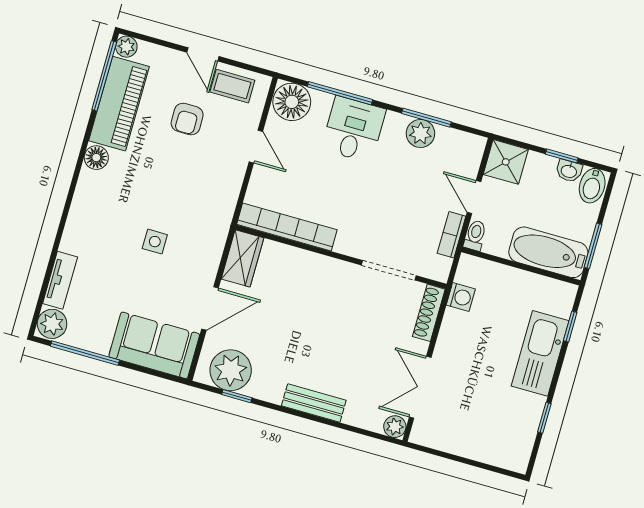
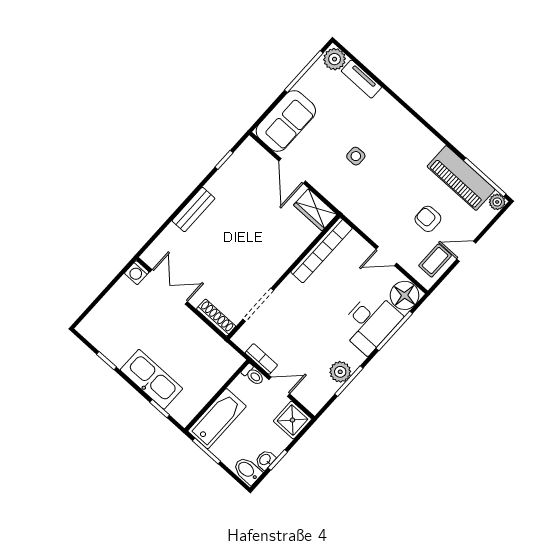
desk: (354, 129) -> (370, 322), width x1.37
floor lamp: (96, 158) -> (432, 145), removed
washing machine: (461, 297) -> (137, 273), moved
plant: (231, 370) -> (244, 164), removed
plant: (395, 427) -> (150, 257), removed

